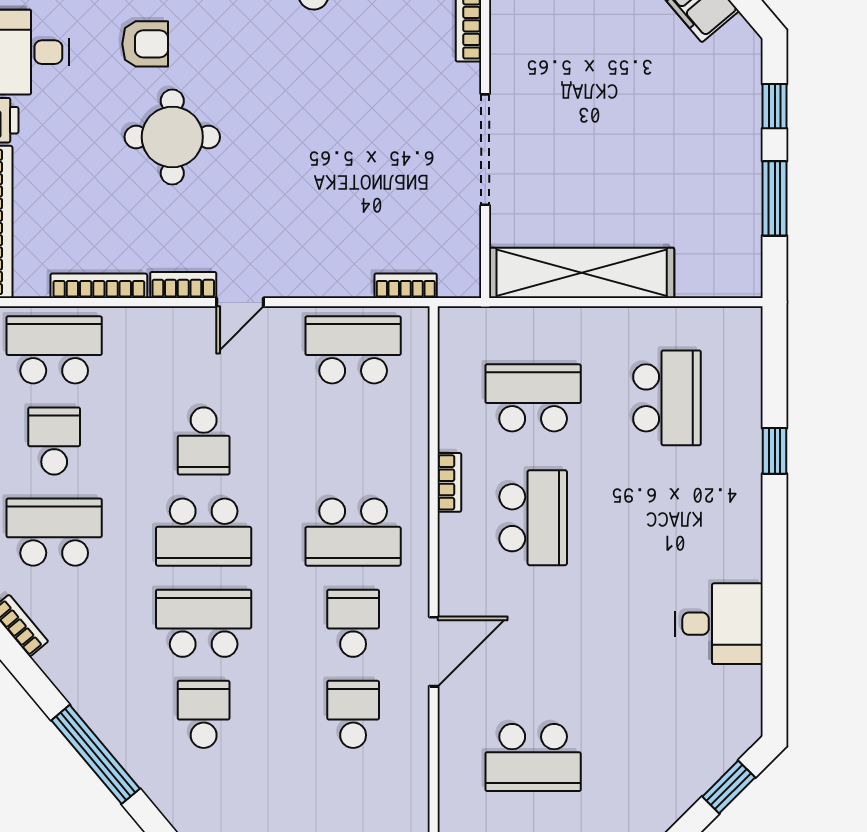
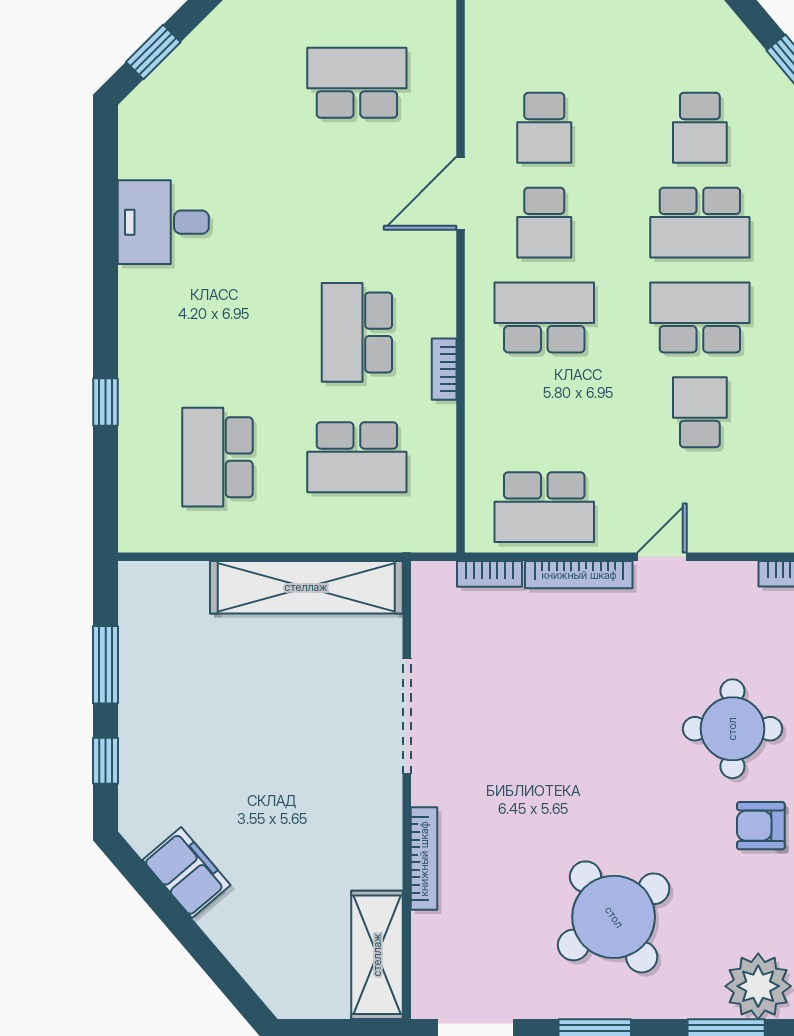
bookcase: (183, 285) -> (579, 575), moved, width x1.56

